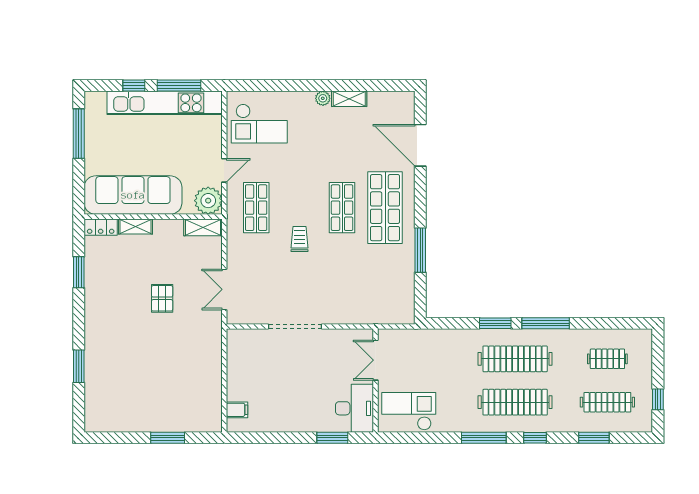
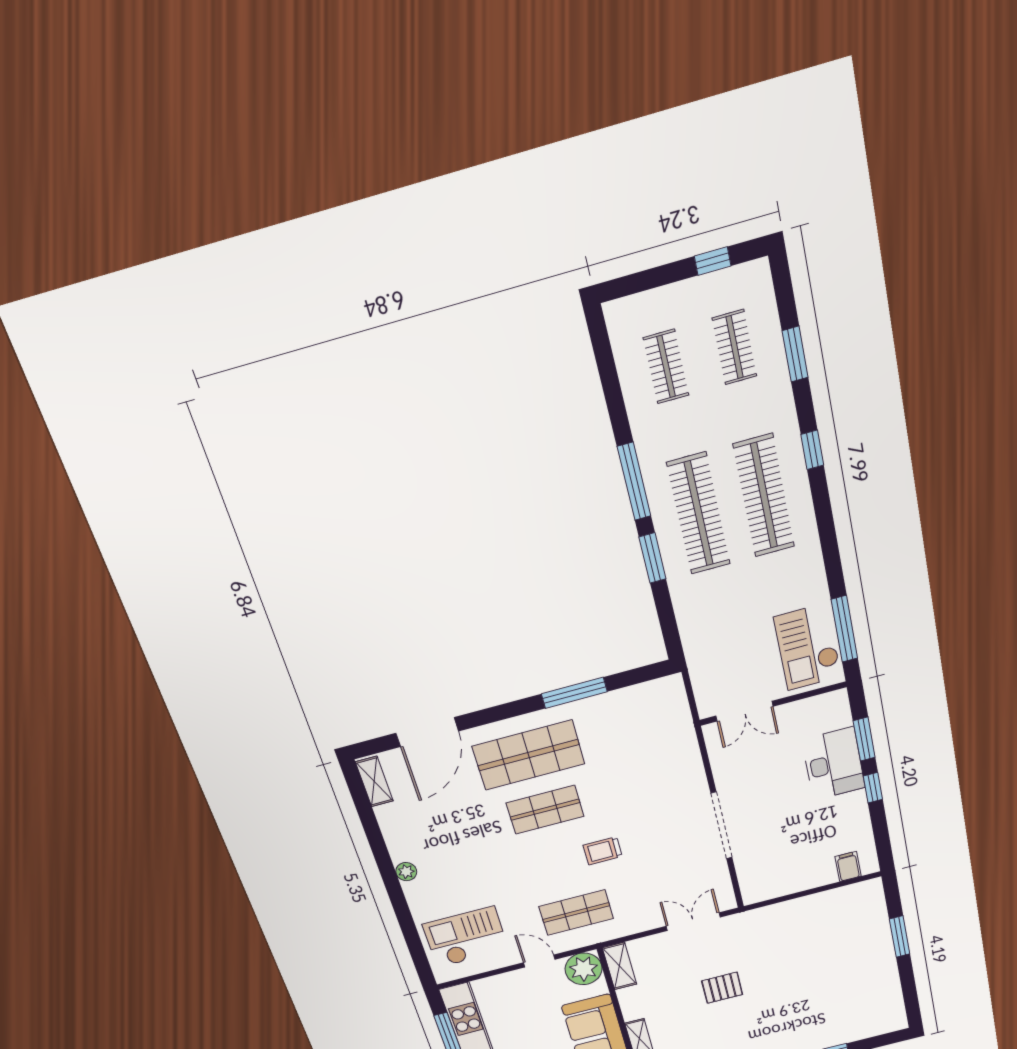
shelving: (349, 99) -> (374, 781), moved
checkout: (259, 124) -> (466, 937), turned -90
double door: (224, 289) -> (693, 922), swing flipped
clothes rail: (607, 402) -> (735, 347), width x0.73
desk: (354, 408) -> (833, 764), moved, turned 90
window: (294, 438) -> (873, 788), added
window: (484, 438) -> (844, 629), moved

